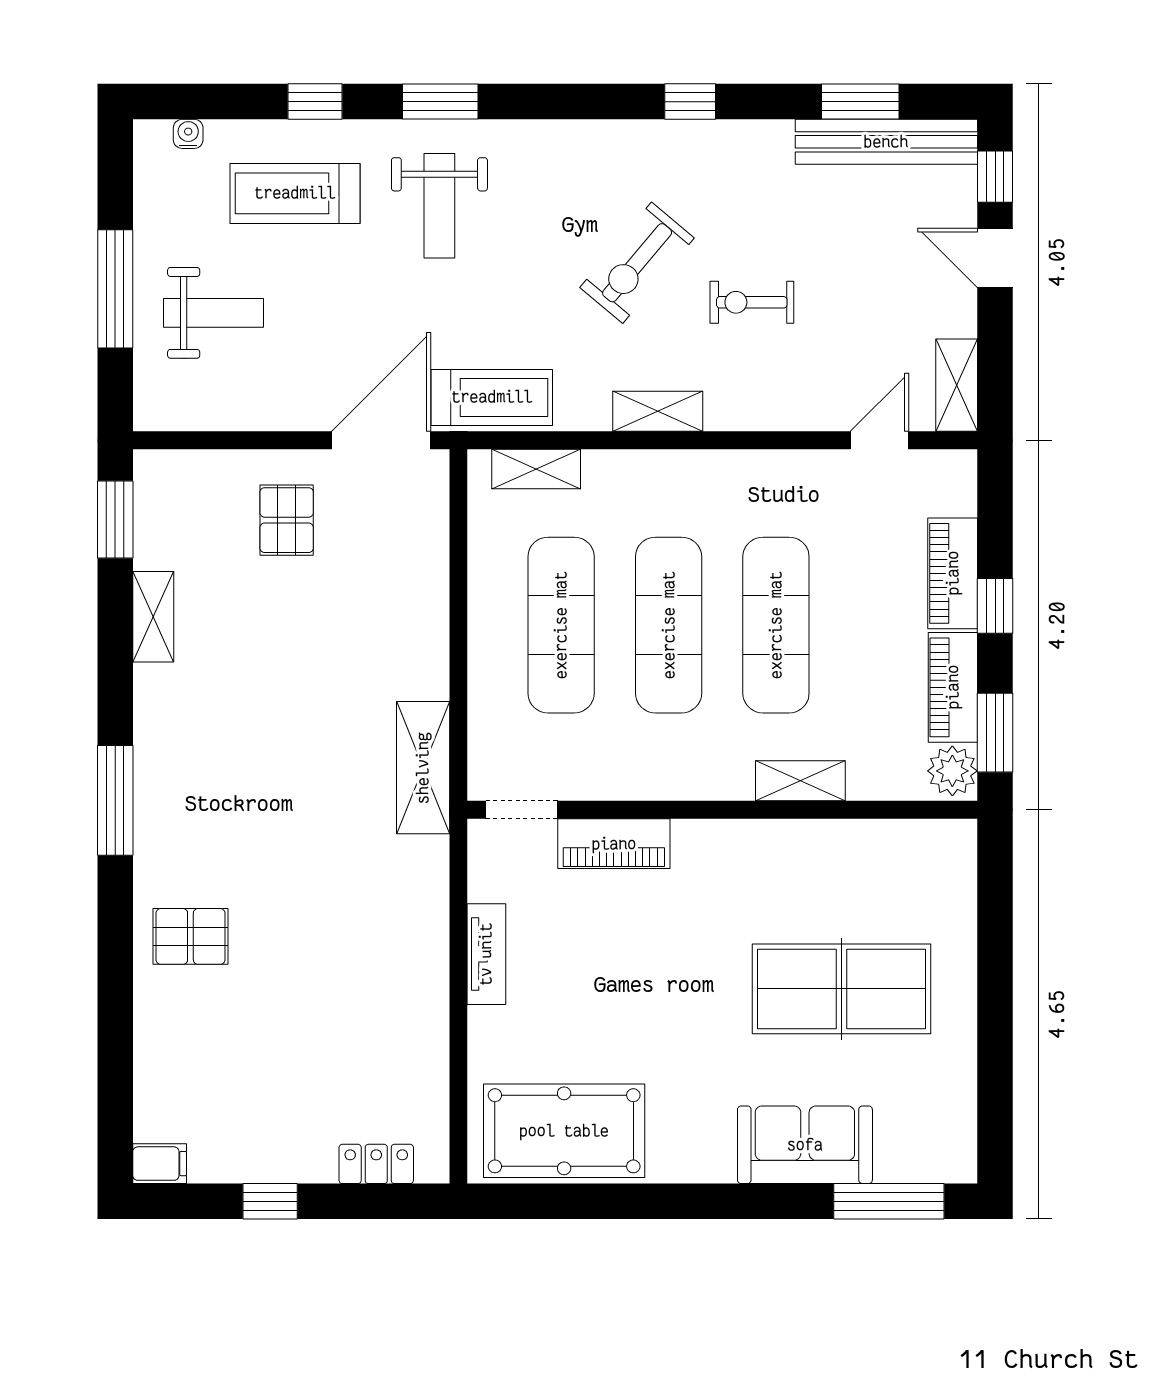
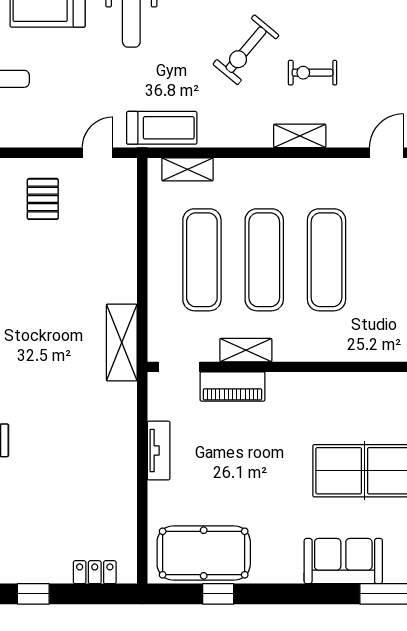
shelving: (658, 411) -> (300, 136), moved
door: (381, 440) -> (98, 153), width x0.53
shelving: (800, 781) -> (246, 350), moved
window: (589, 1201) -> (218, 594), added

